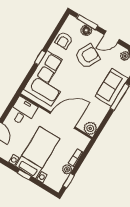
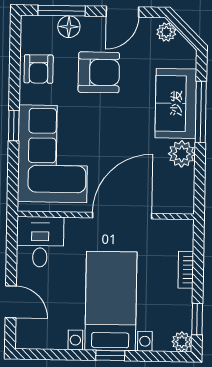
armchair: (88, 56) -> (99, 72), turned 63
plant: (90, 128) -> (182, 154), moved
plant: (67, 169) -> (182, 342), moved

